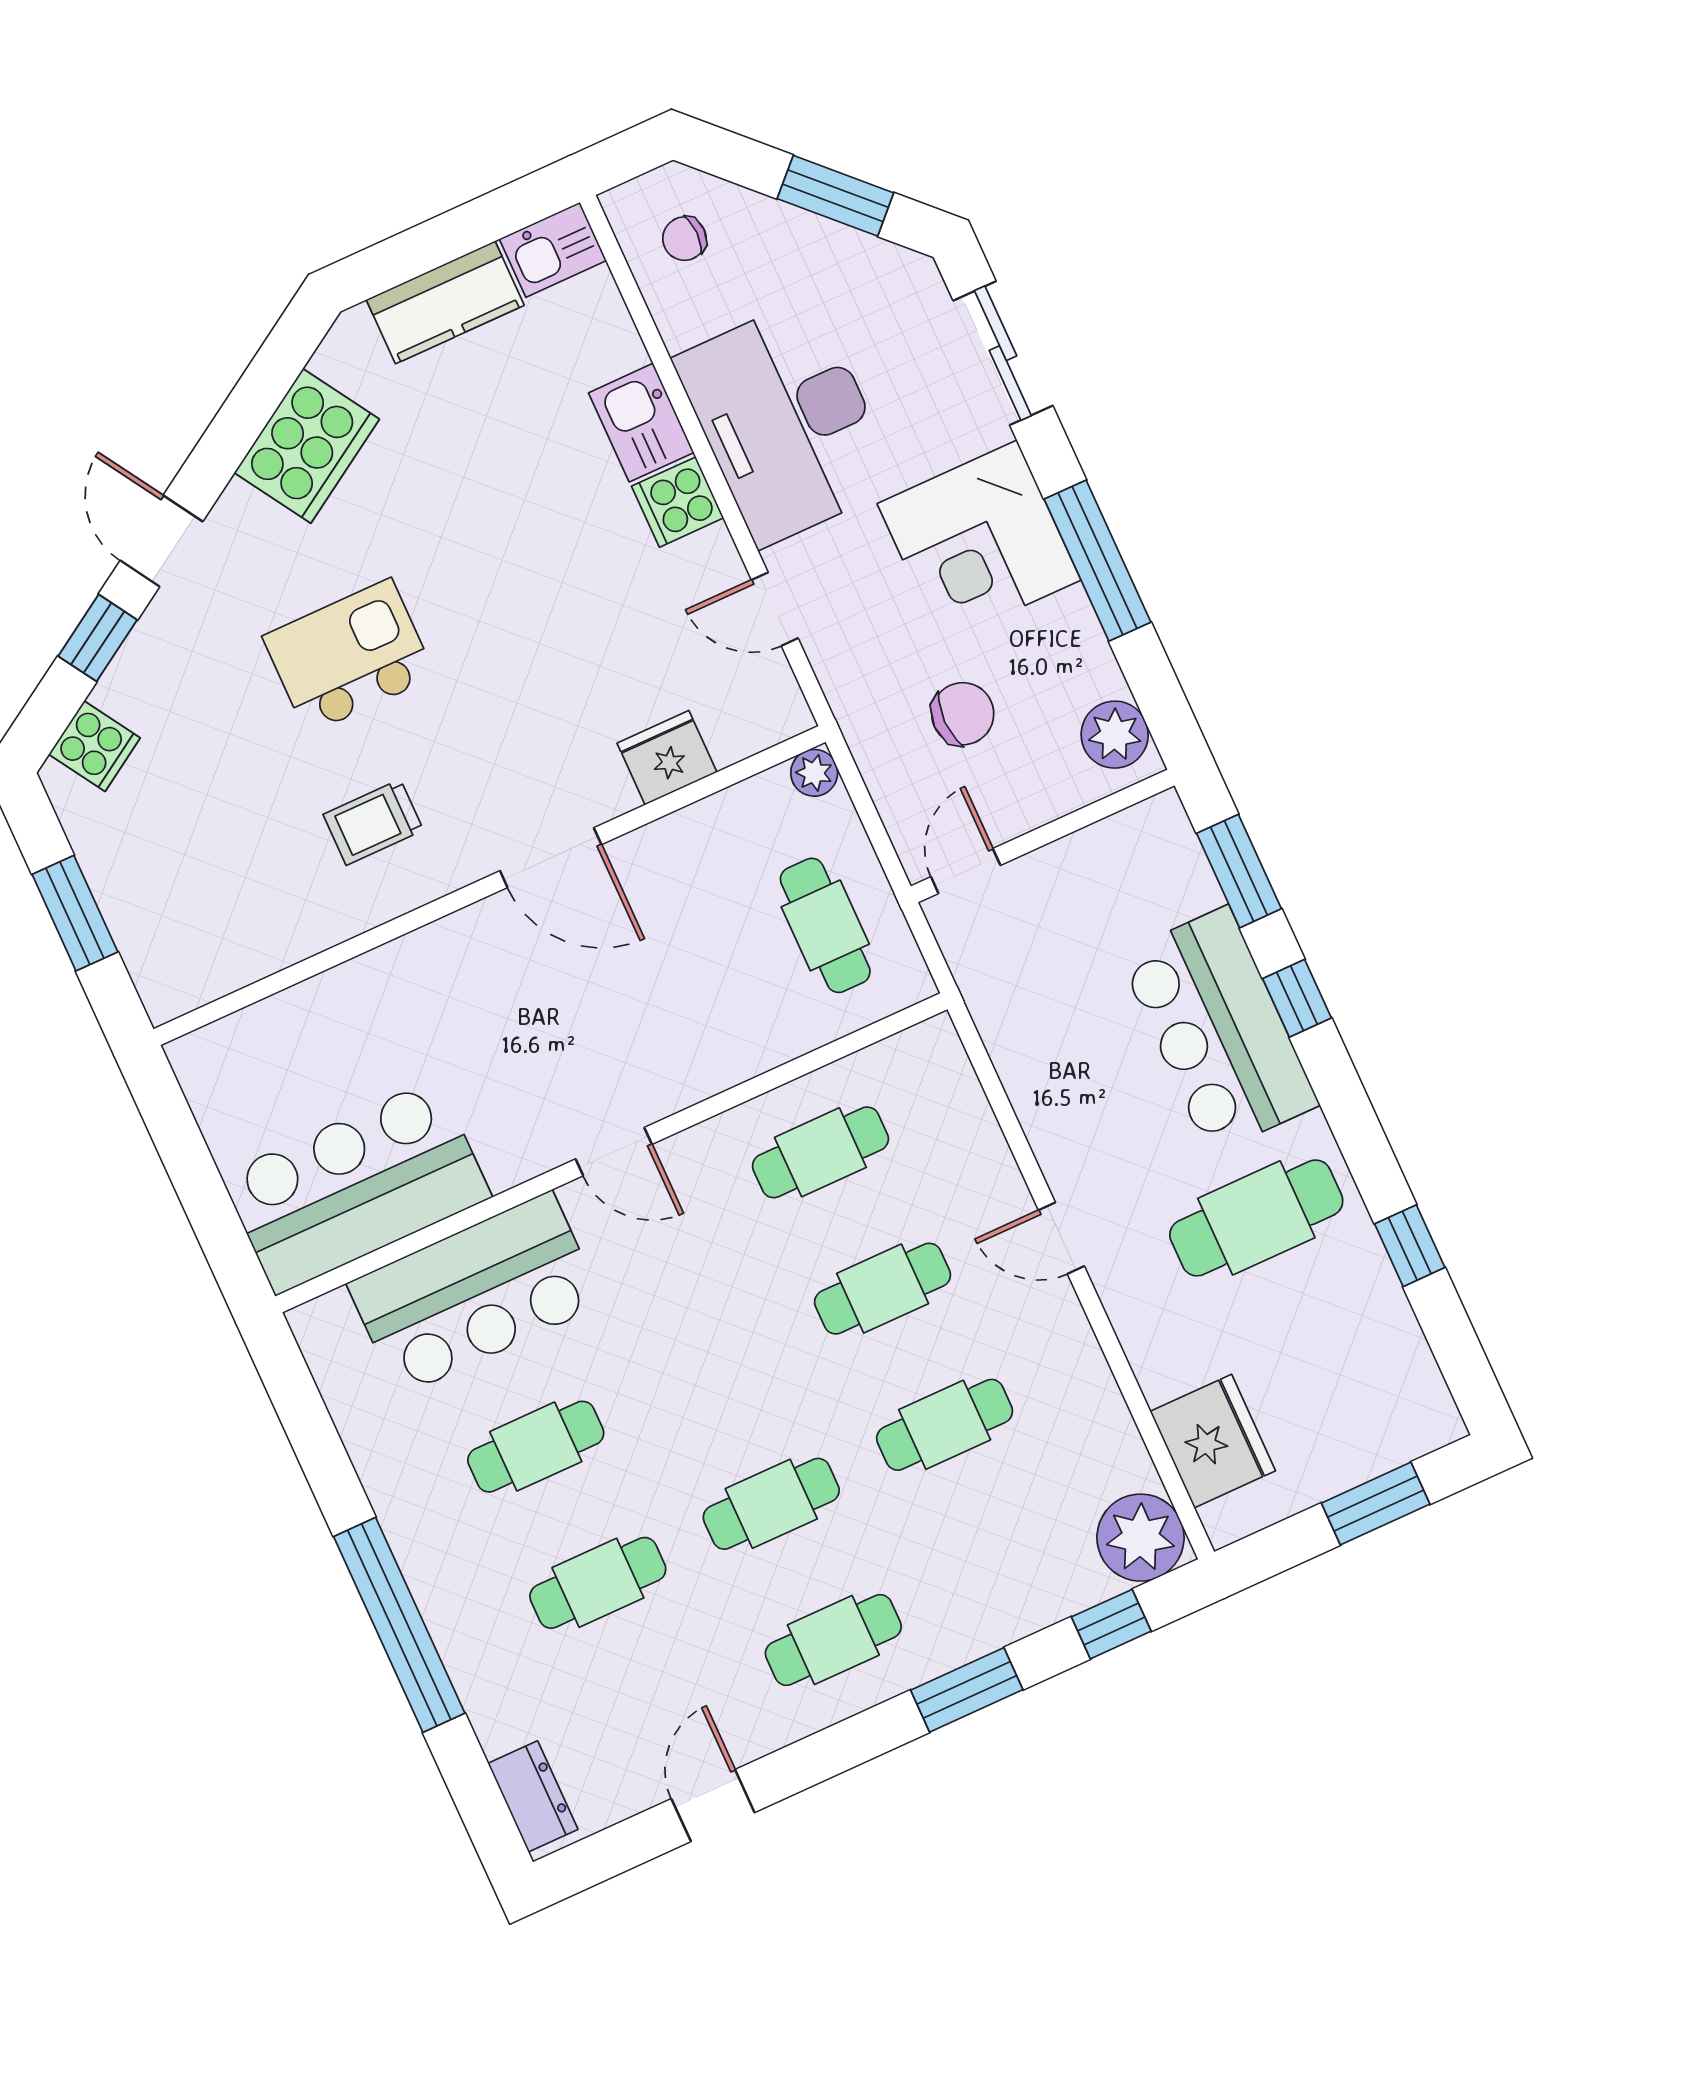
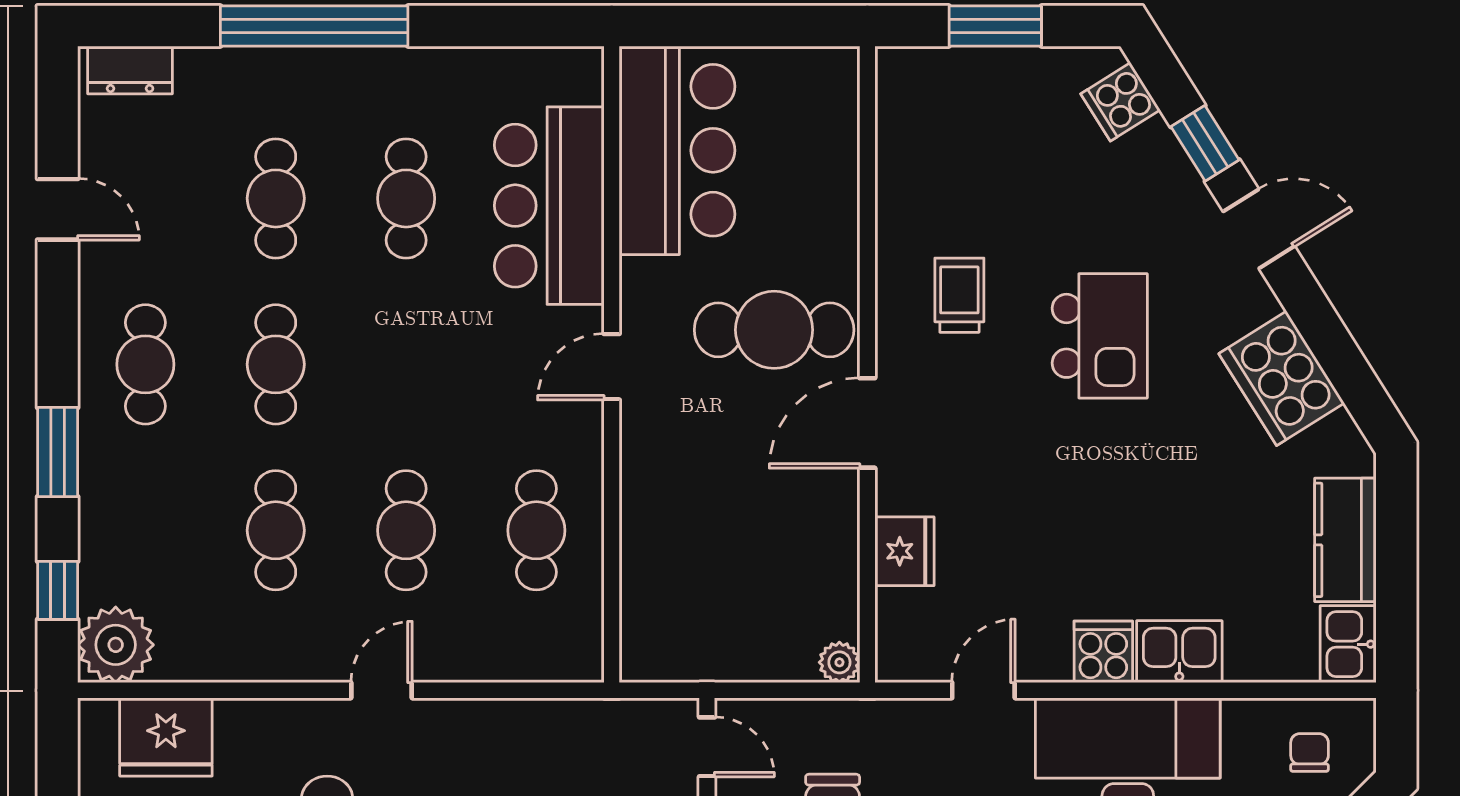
cafe table: (825, 925) -> (774, 330), moved, width x1.37, depth x1.35

